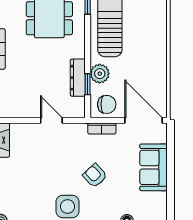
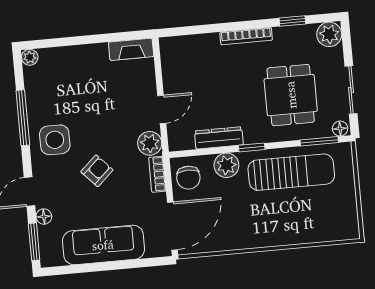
window: (88, 84) -> (252, 147), moved
plant: (77, 132) -> (150, 143), added
sofa: (154, 167) -> (103, 245), width x1.36

